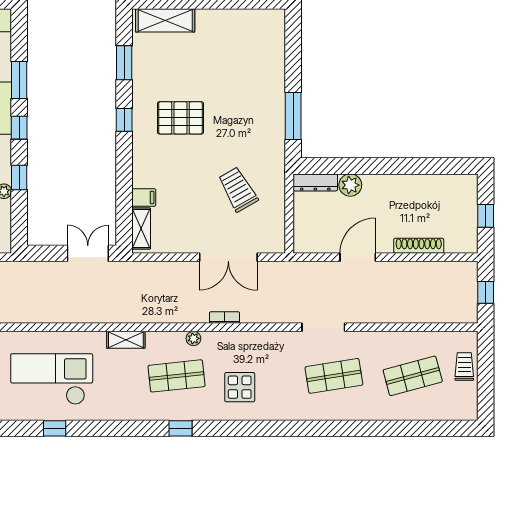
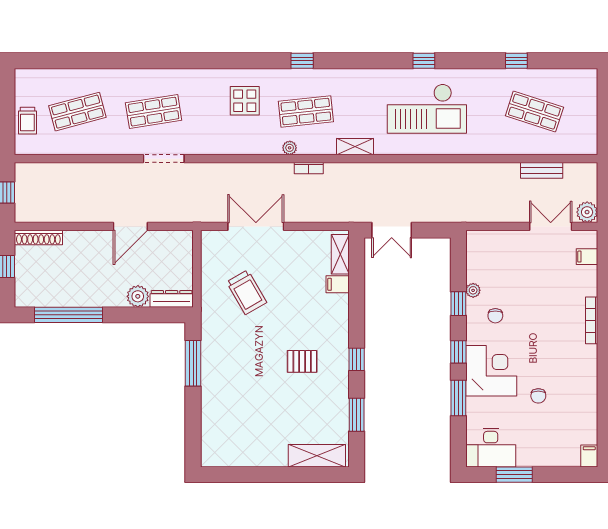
pallet: (180, 118) -> (302, 361), width x0.67, depth x0.71
window: (422, 166) -> (68, 315), added
shoe rack: (419, 246) -> (38, 238), moved
bookcase: (224, 317) -> (309, 168), moved

